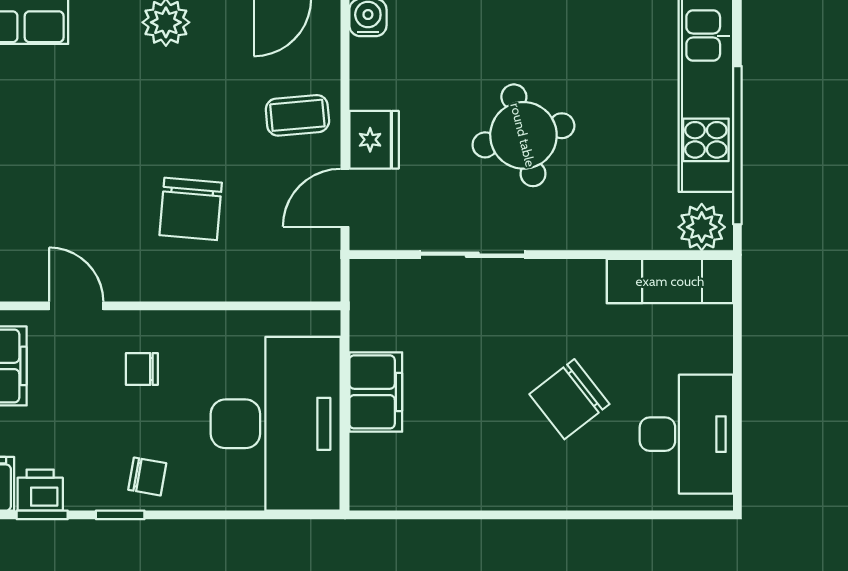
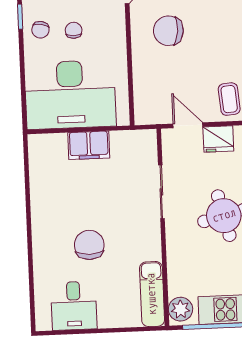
chair: (191, 209) -> (168, 31), moved
chair: (142, 369) -> (74, 30), moved
chair: (569, 399) -> (89, 245), turned 38
desk: (686, 434) -> (74, 306), width x0.73

